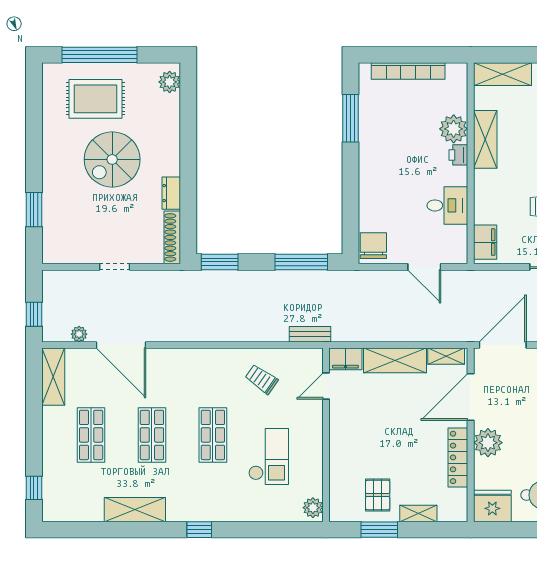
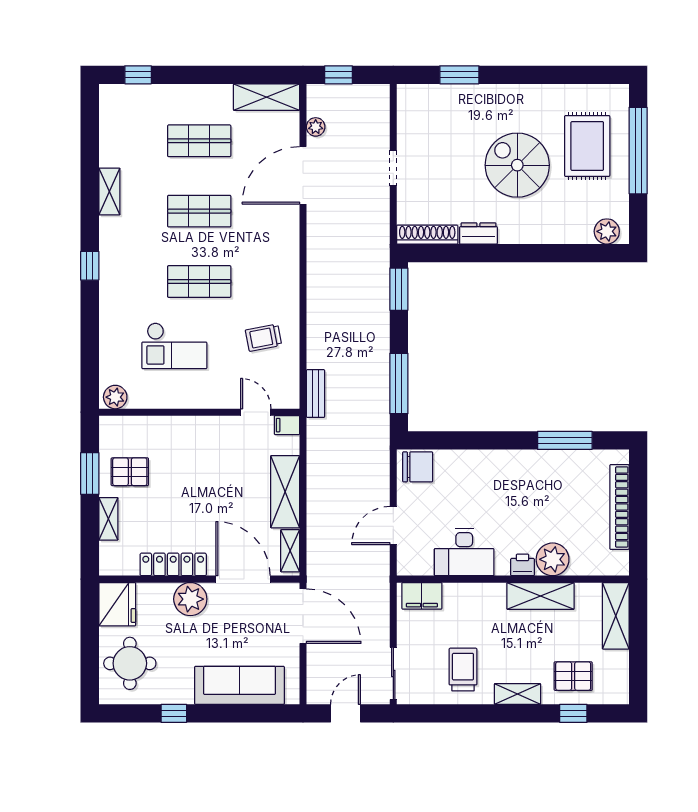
desk: (447, 205) -> (464, 552), width x1.37
filing cabinet: (345, 359) -> (287, 425), width x0.50
trolley: (262, 379) -> (264, 338), turned -136
shelving: (135, 510) -> (109, 191), width x0.67, depth x0.75

